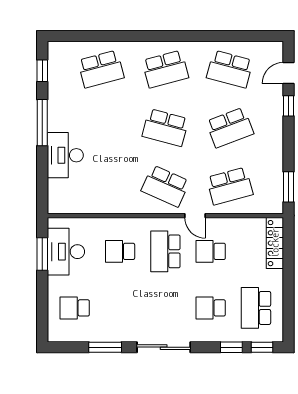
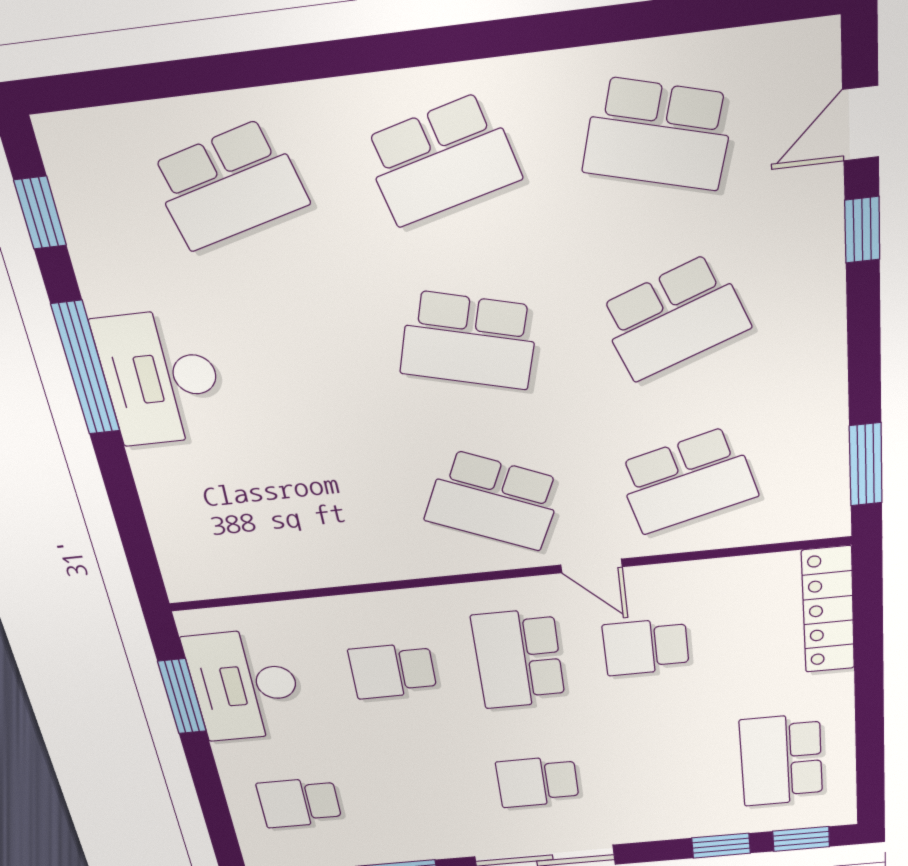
desk: (65, 155) -> (161, 378), moved
school desk: (211, 308) -> (537, 782), moved

